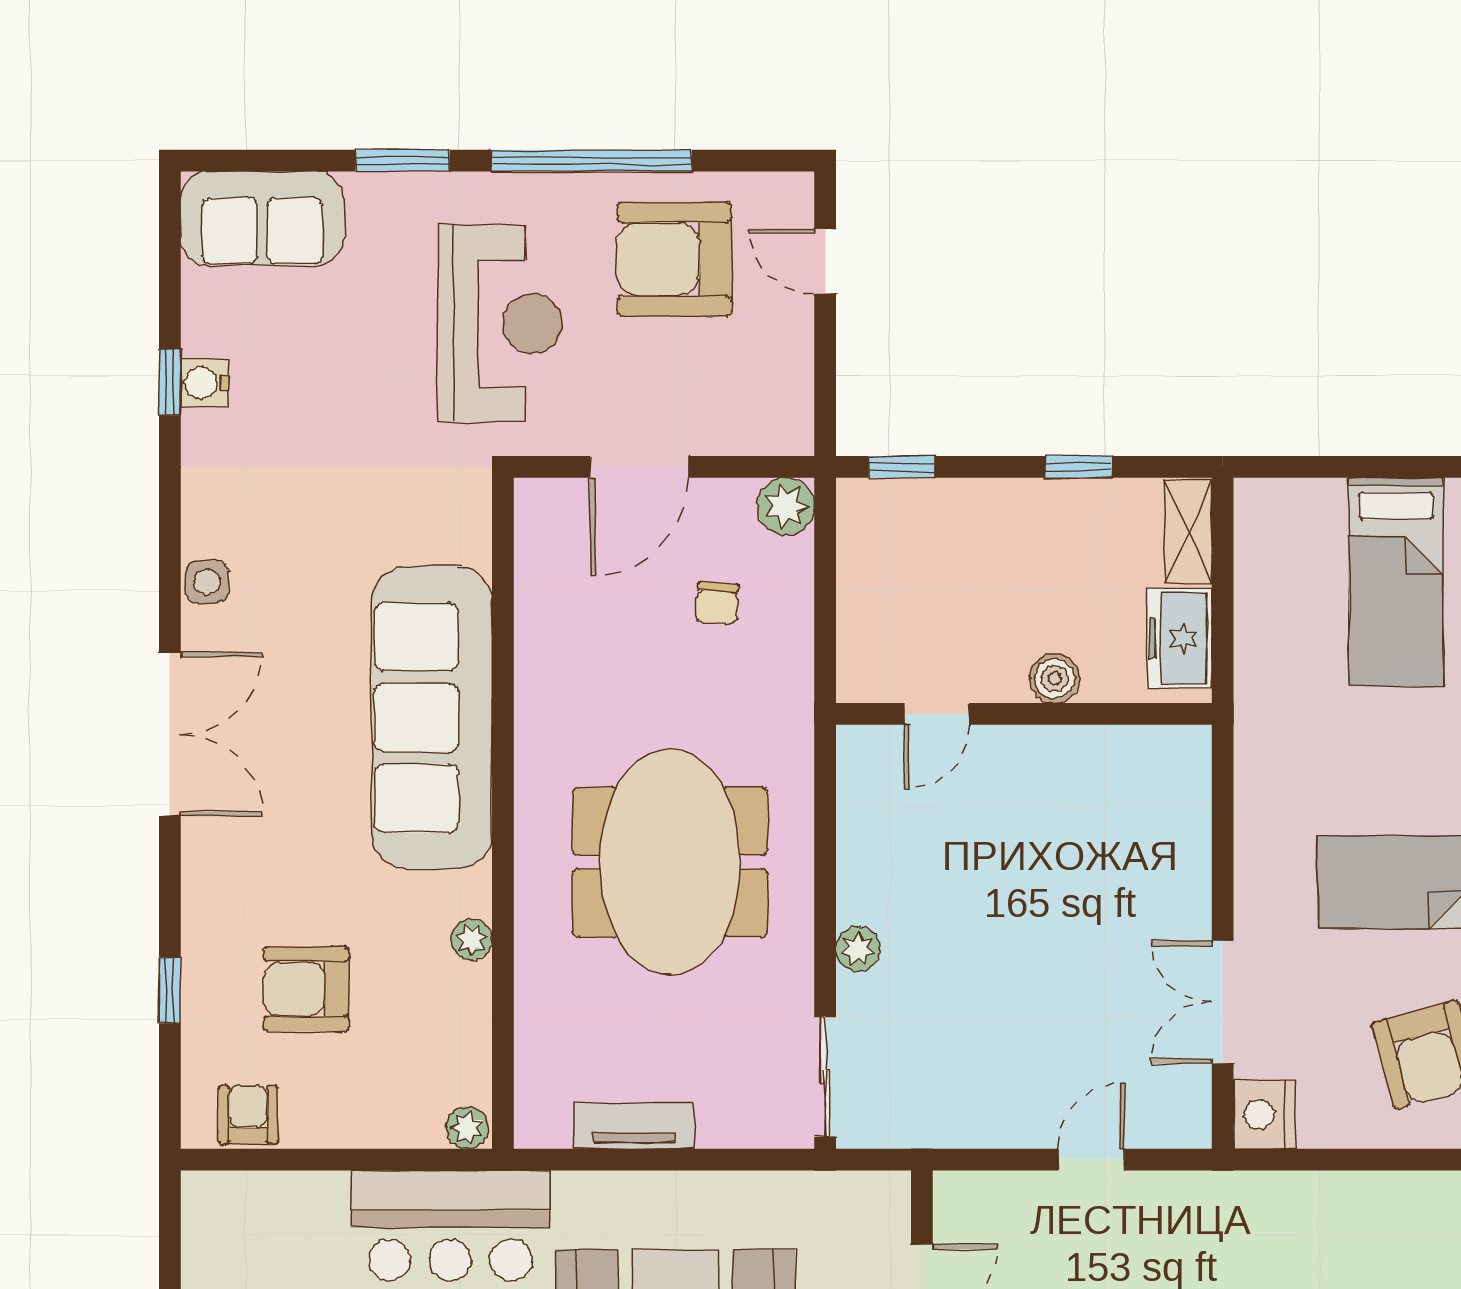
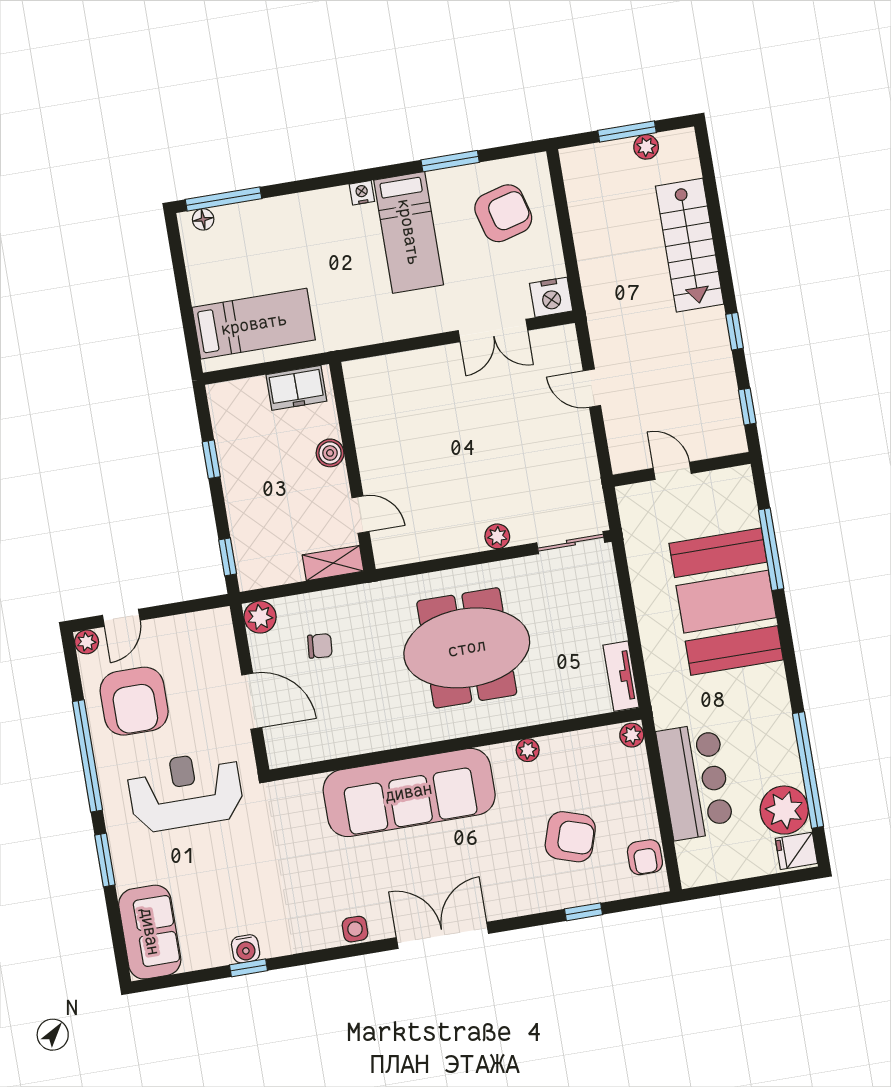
plant: (793, 193) -> (87, 642), added
shelving: (1188, 532) -> (333, 563), moved
bed: (1396, 582) -> (254, 324), moved
armchair: (306, 989) -> (570, 837), turned -72
armchair: (248, 1115) -> (645, 857), turned -90
tv unit: (634, 1126) -> (621, 676), moved
bar counter: (450, 1226) -> (695, 781), moved

